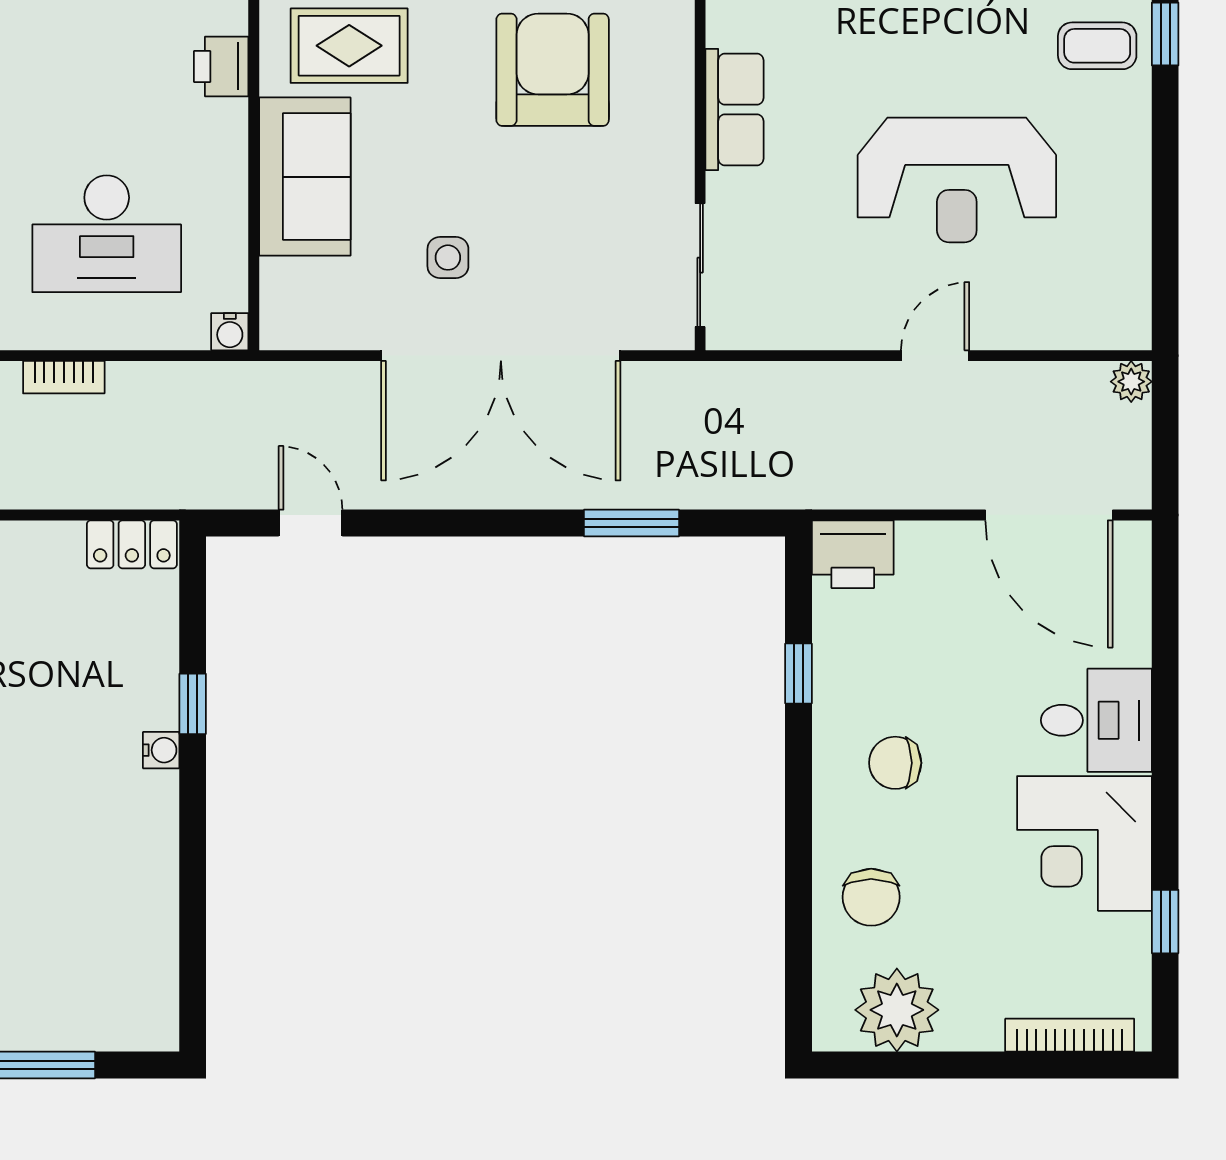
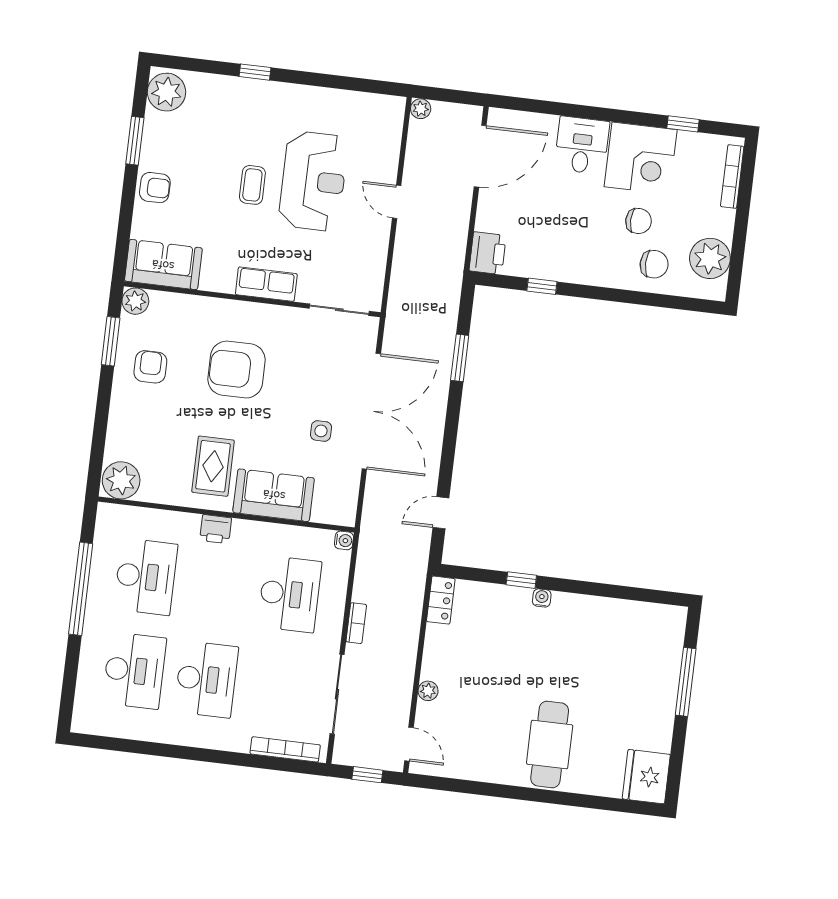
coffee table: (1097, 46) -> (252, 185), moved
chair: (895, 763) -> (639, 221), moved, turned -90

